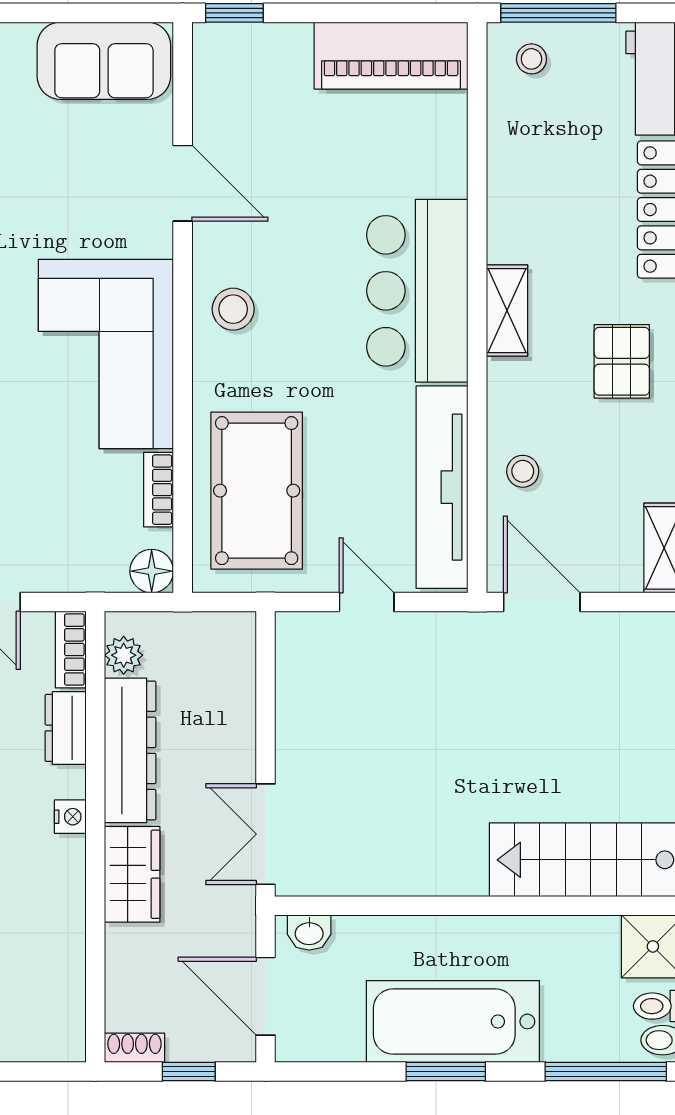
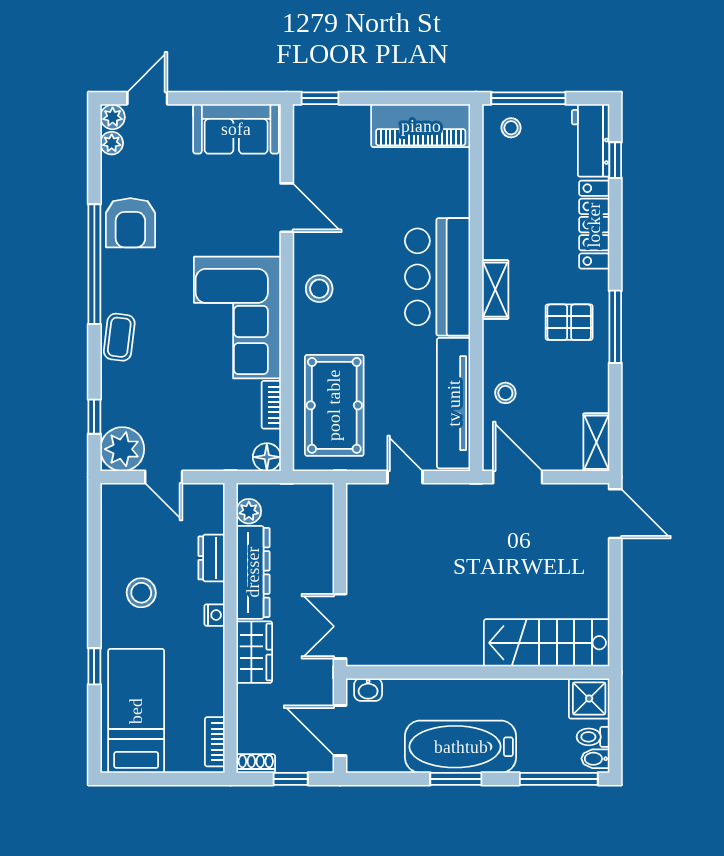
pallet: (622, 361) -> (569, 322), turned 90
bookcase: (71, 650) -> (215, 742), moved

